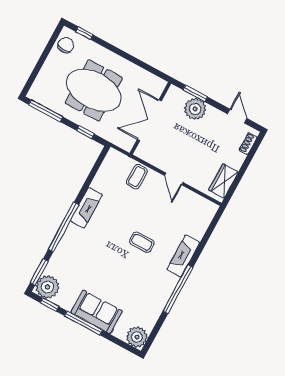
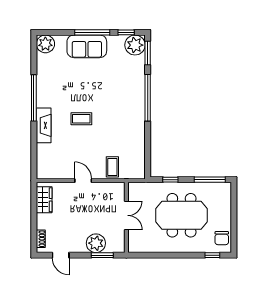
double door: (149, 120) -> (126, 215), width x0.73
fireplace: (86, 208) -> (138, 122), removed

